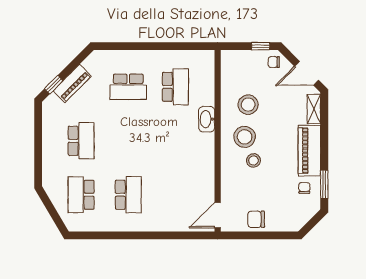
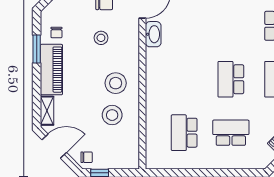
washbasin: (207, 119) -> (153, 34), moved
stool: (253, 160) -> (101, 38), moved
window: (324, 184) -> (37, 49), moved
school desk: (128, 195) -> (231, 79), moved

